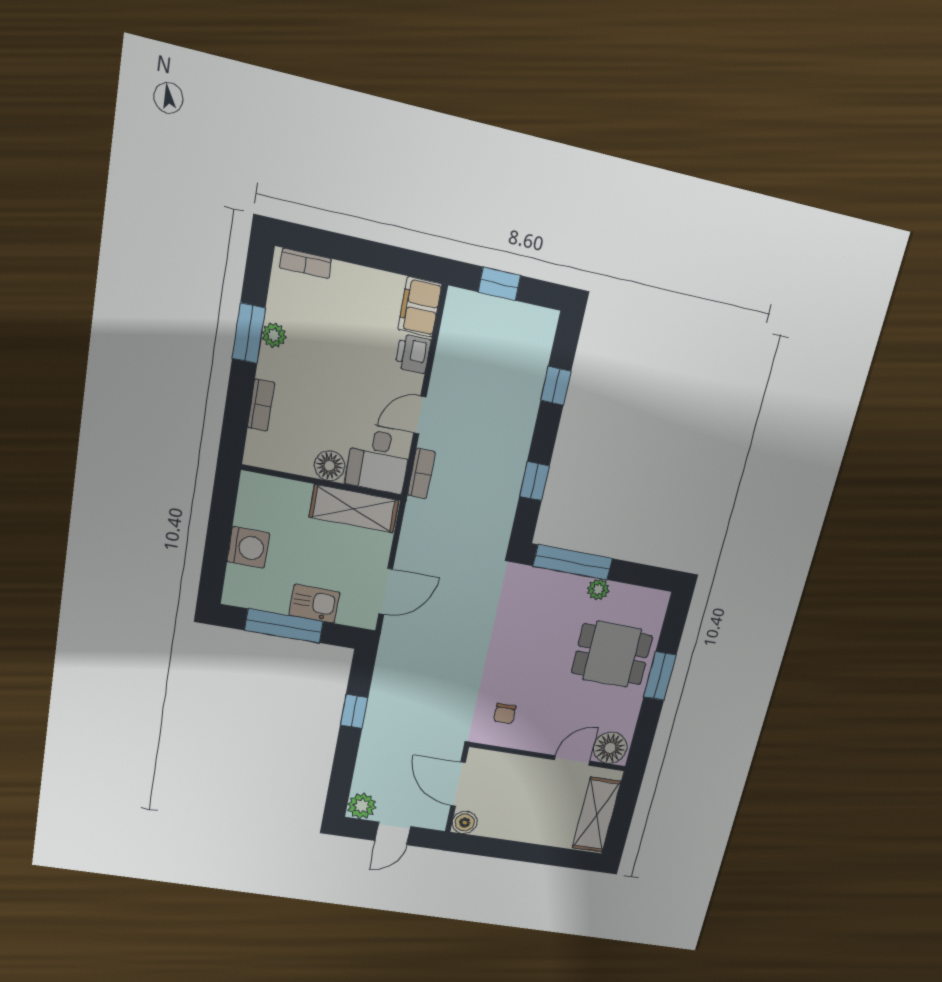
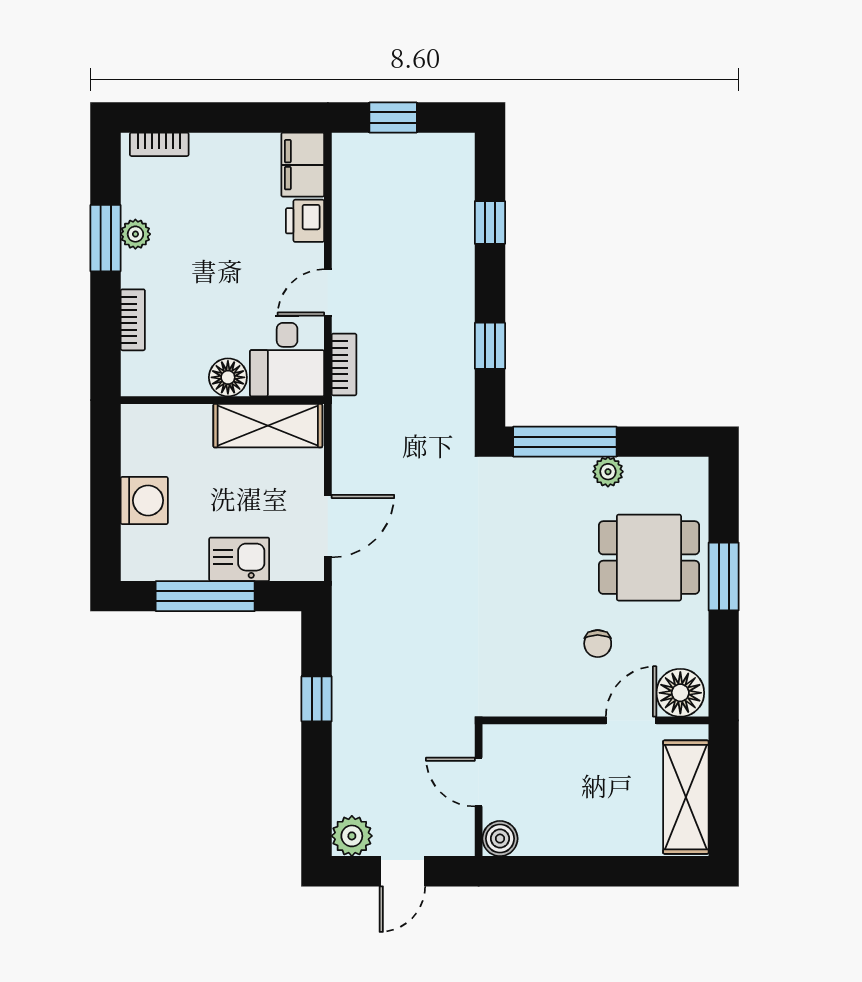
chair: (505, 714) -> (598, 644), moved
door: (458, 784) -> (479, 782), width x0.73

